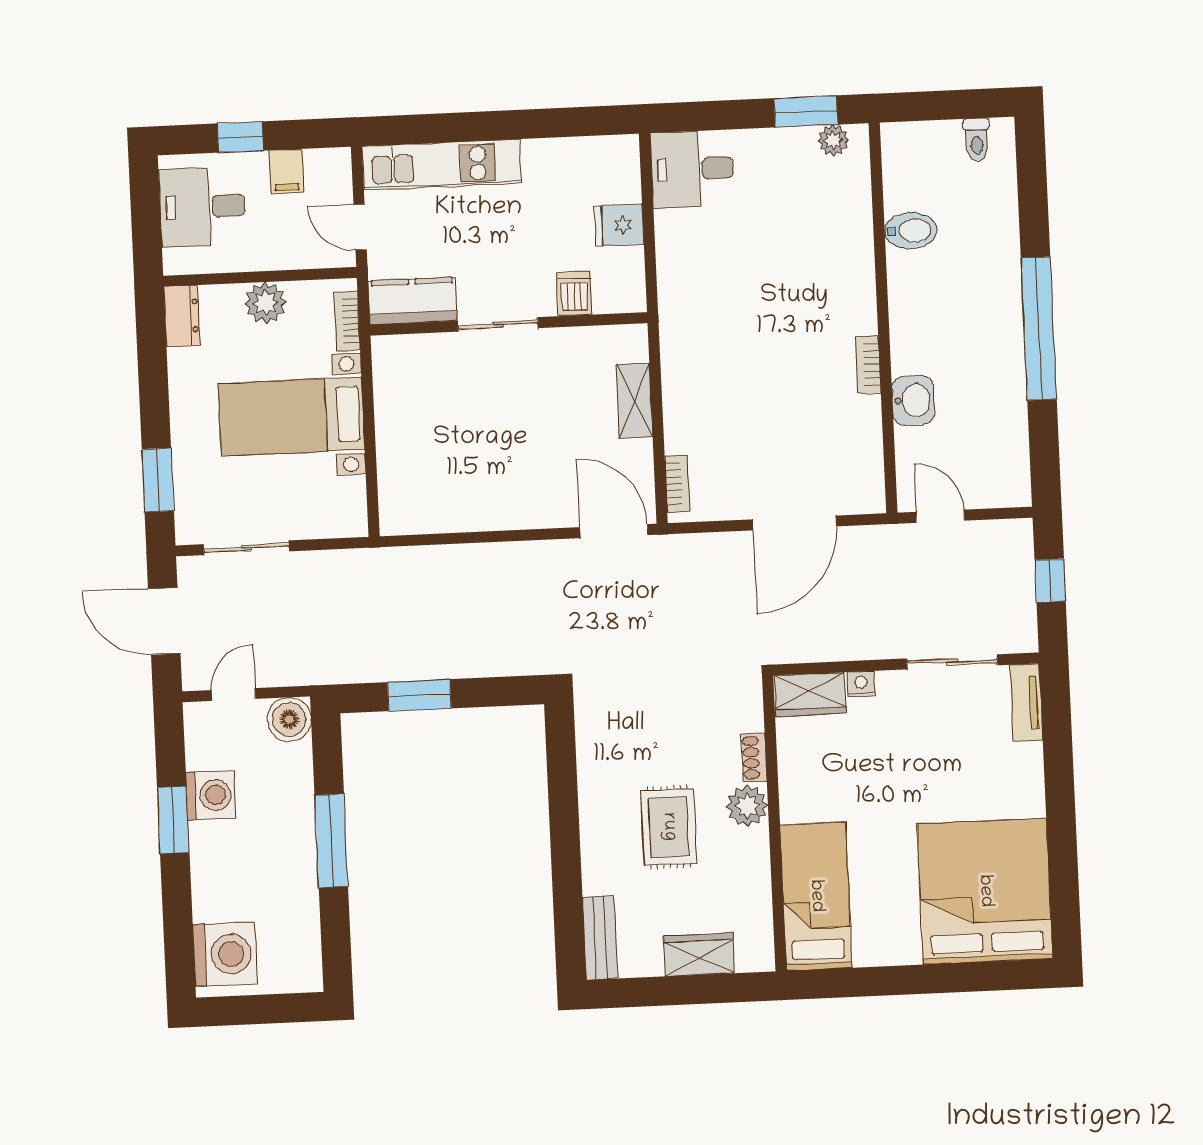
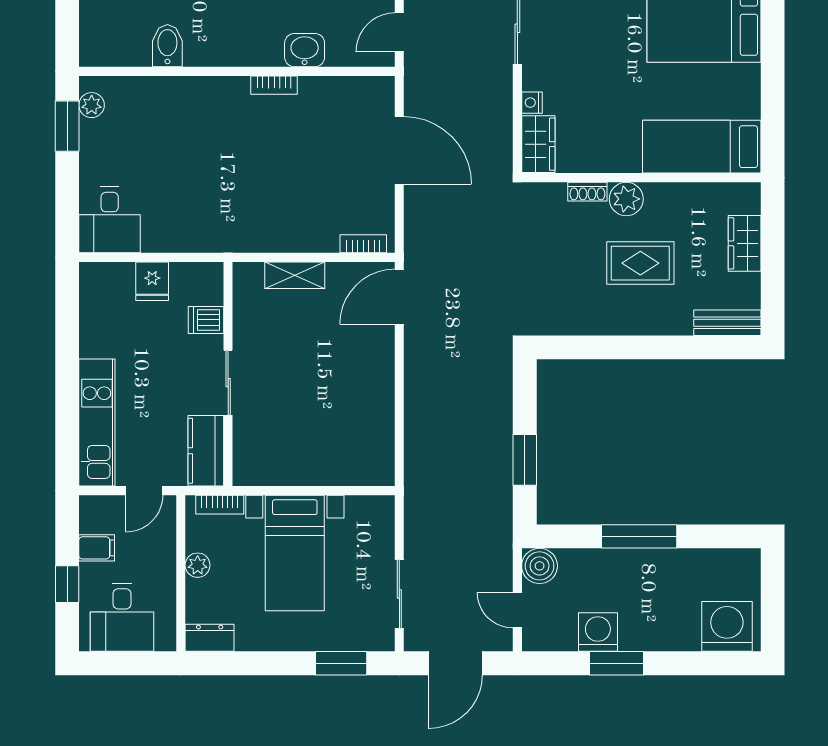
plant: (265, 303) -> (198, 565), width x0.73, depth x0.73

